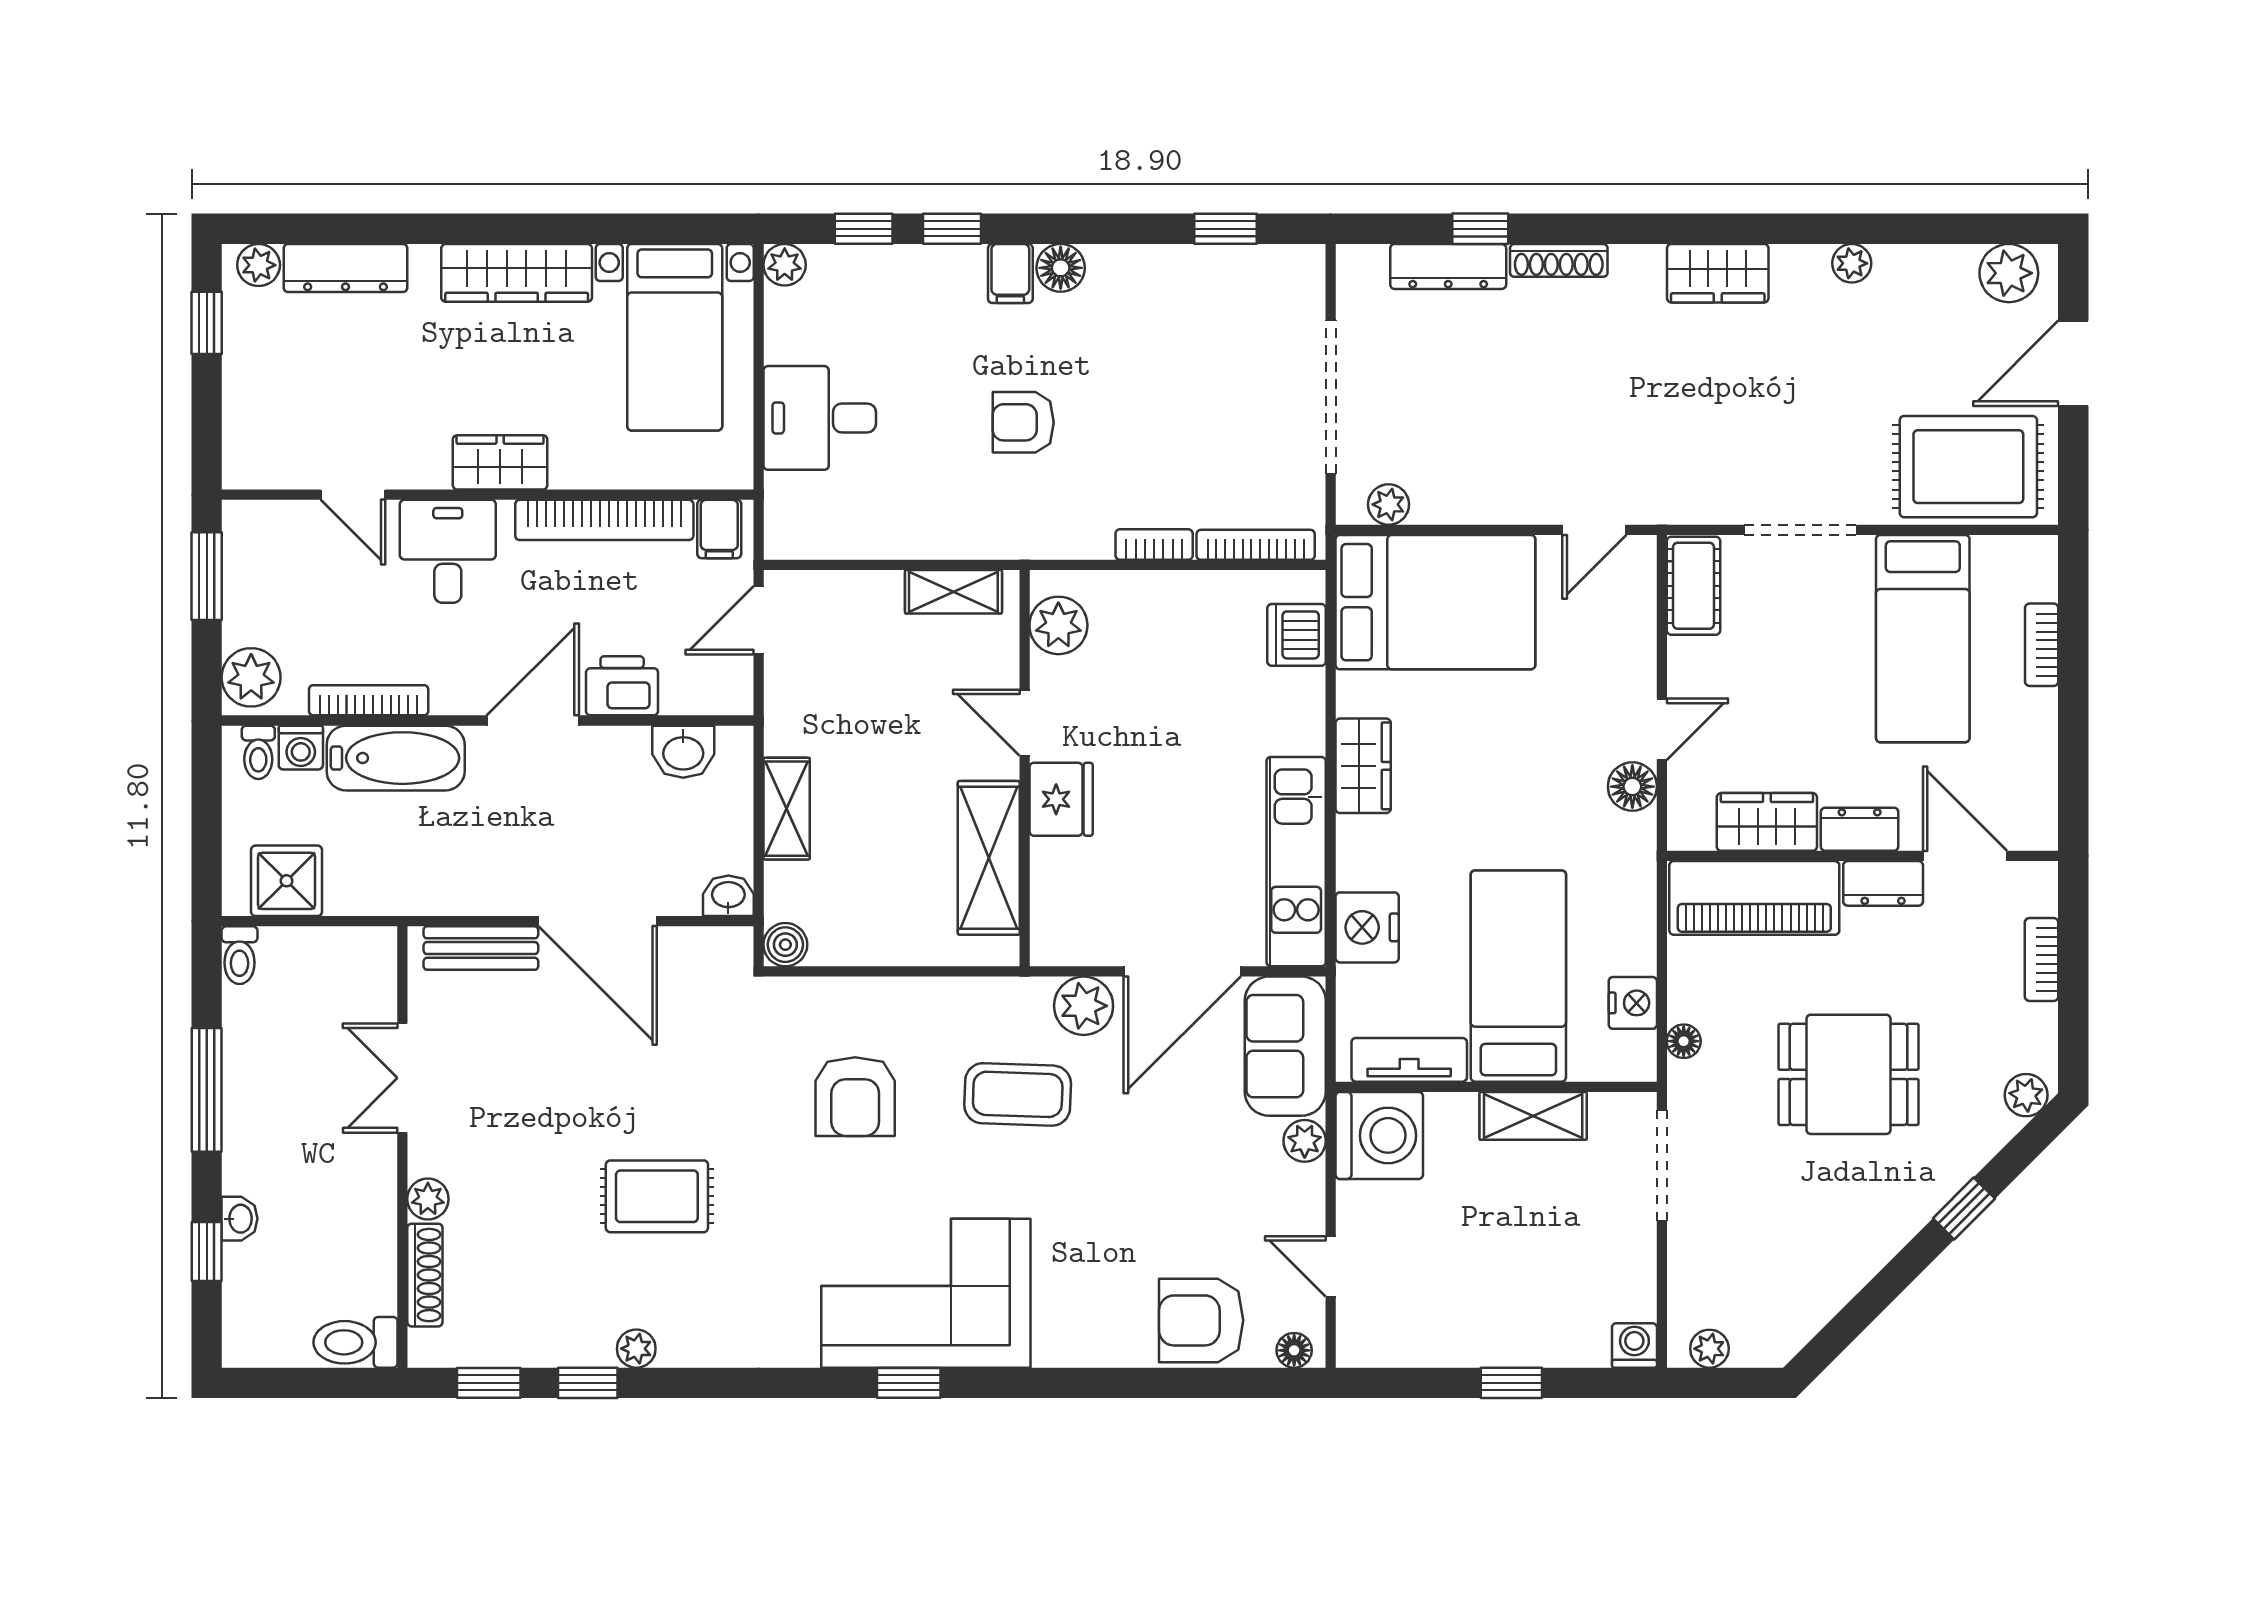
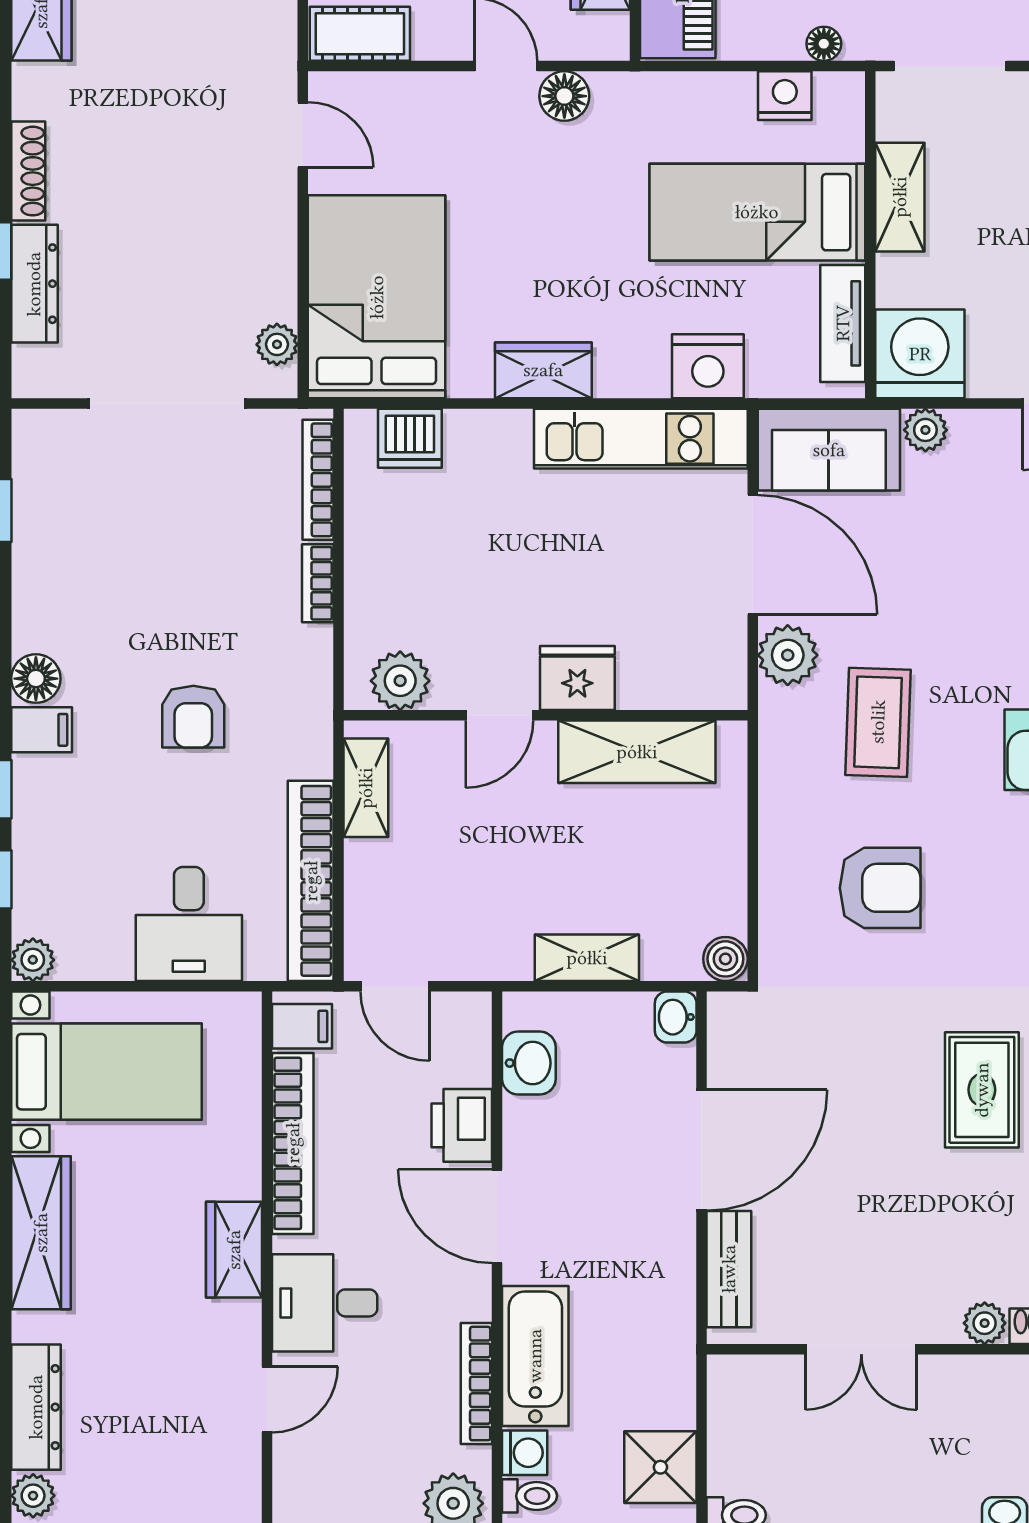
bookcase: (862, 538) -> (311, 881), added

